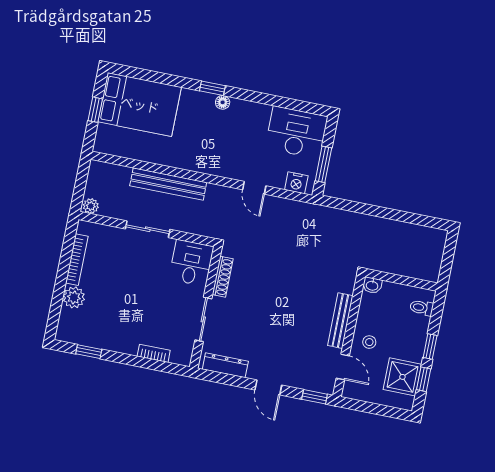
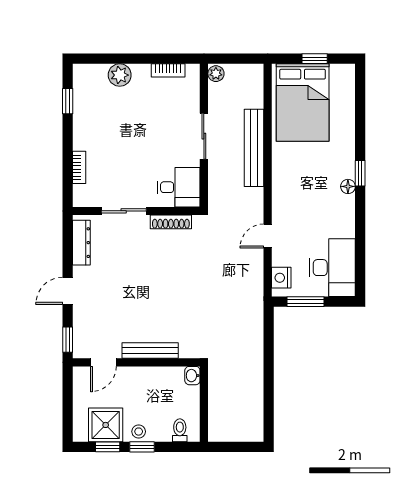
bed: (140, 104) -> (303, 103), moved
bookcase: (77, 260) -> (168, 70), width x0.64
stool: (369, 342) -> (139, 432), moved

